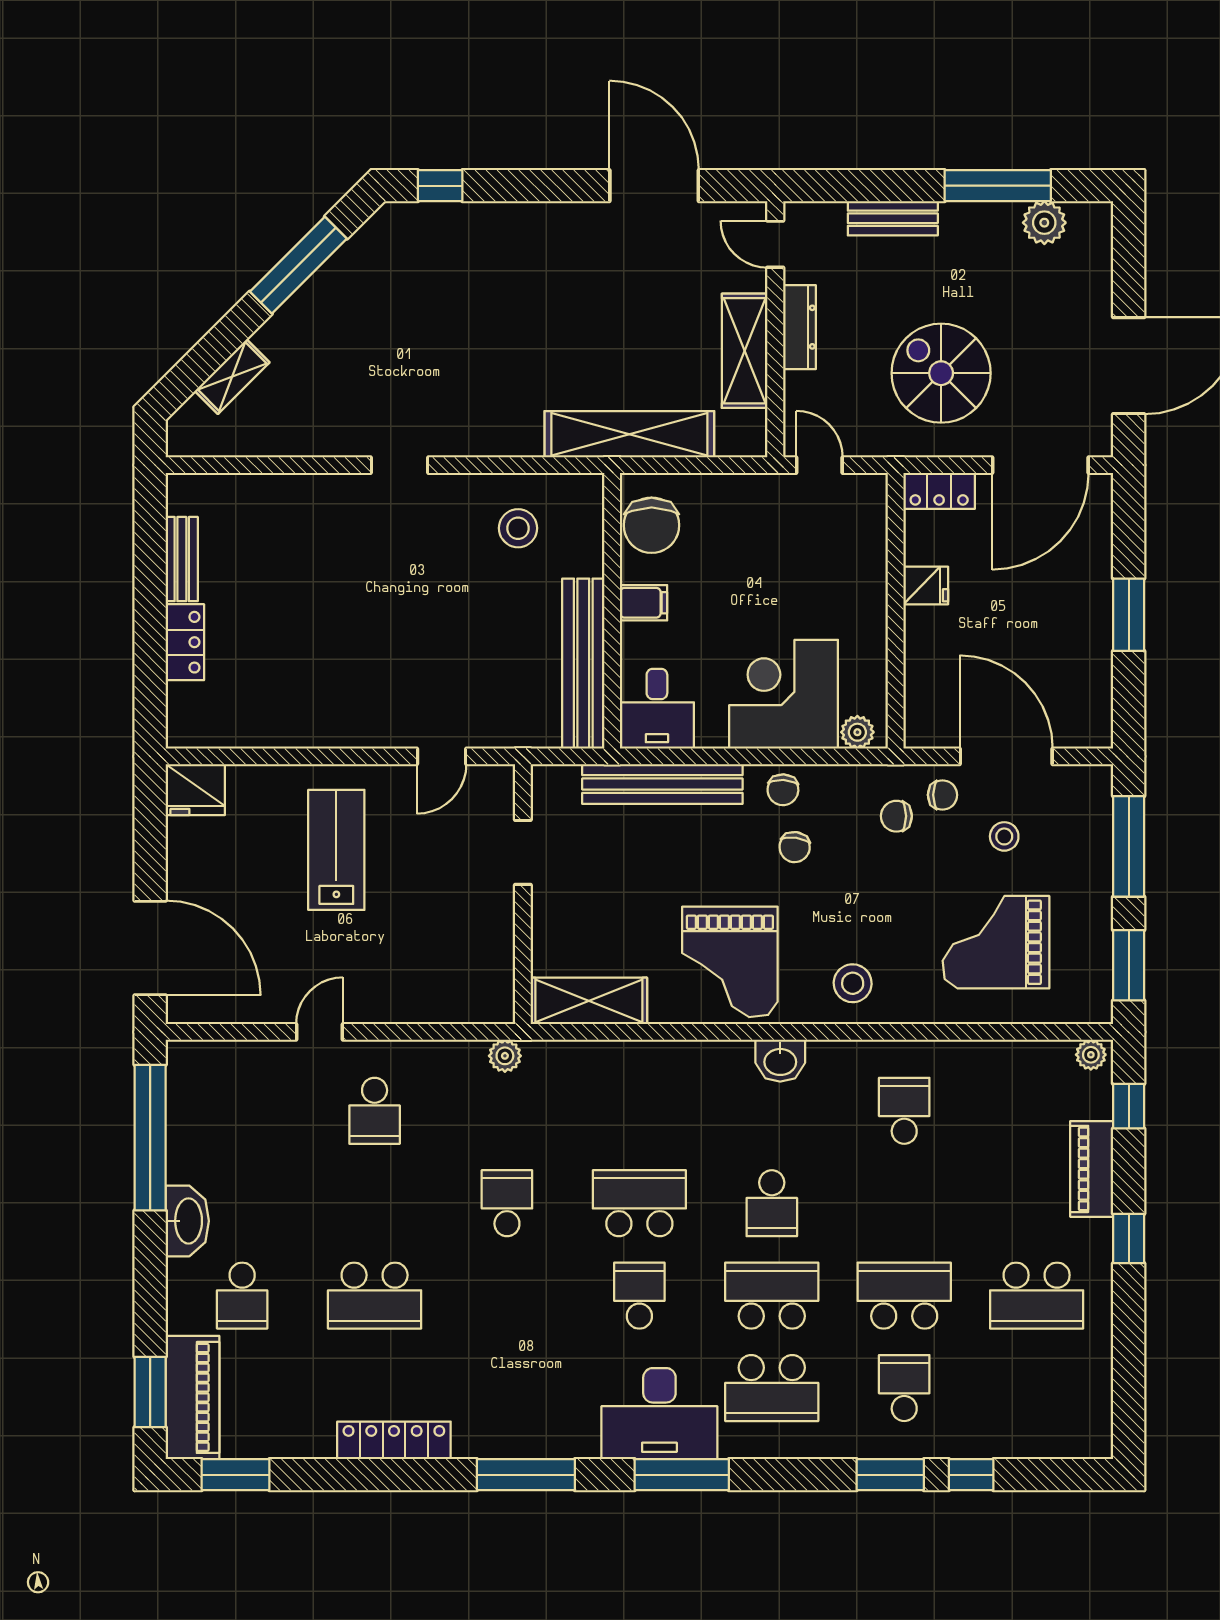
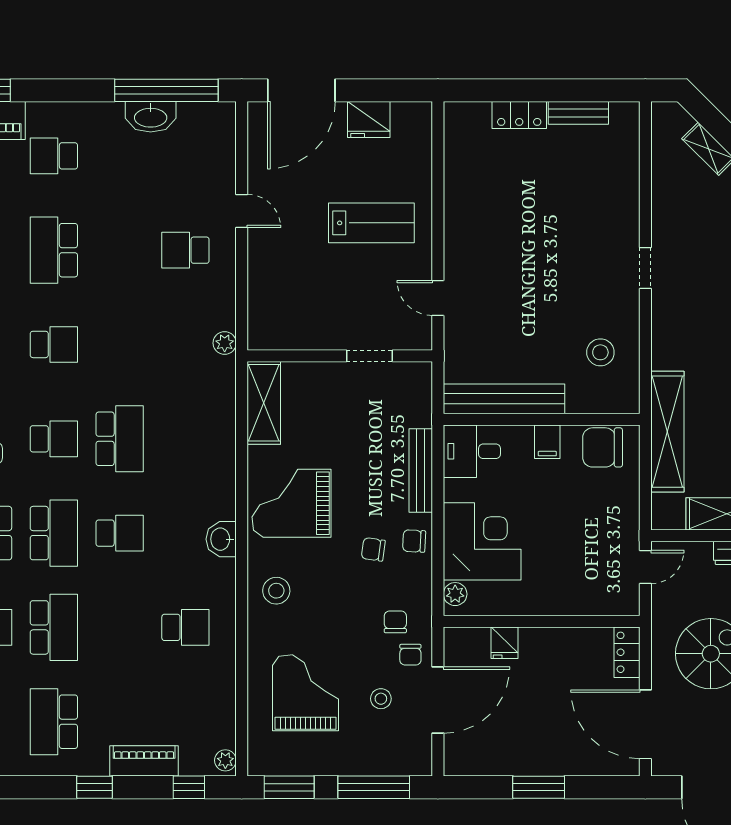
fridge: (926, 585) -> (505, 643), moved
bench: (662, 784) -> (421, 470), width x0.73, depth x0.82
fridge: (195, 790) -> (369, 120), moved, turned -90
school desk: (507, 1203) -> (54, 344), moved
school desk: (772, 1203) -> (120, 533), turned 180
washbasin: (187, 1221) -> (151, 117), moved

